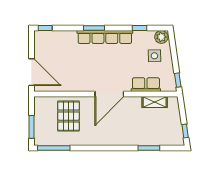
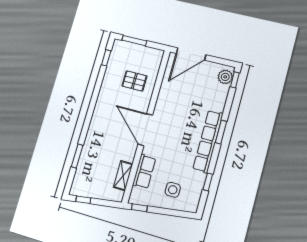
plant: (161, 37) -> (225, 77), moved
pallet: (69, 116) -> (134, 81), width x0.67, depth x0.71
window: (54, 148) -> (106, 58), width x0.46

